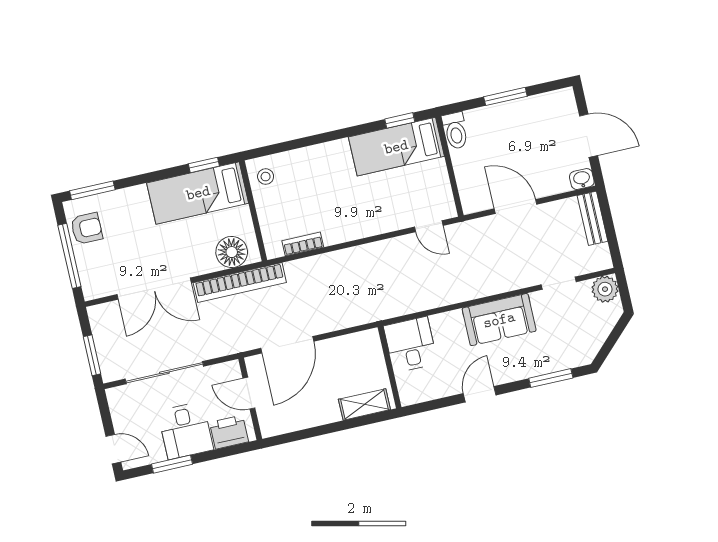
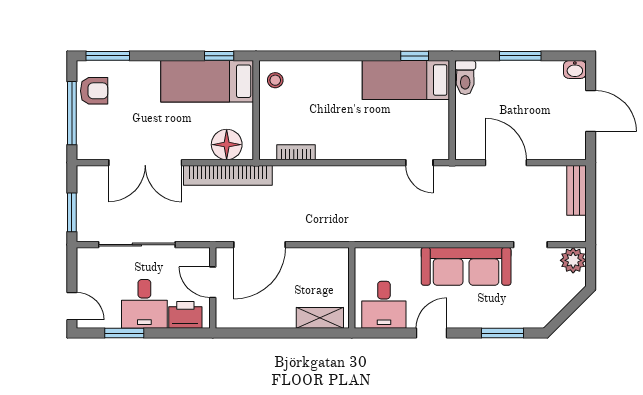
washbasin: (582, 179) -> (575, 69), moved, turned 180
sofa: (499, 320) -> (466, 266), width x1.36
desk: (410, 345) -> (384, 305), moved, turned 180

